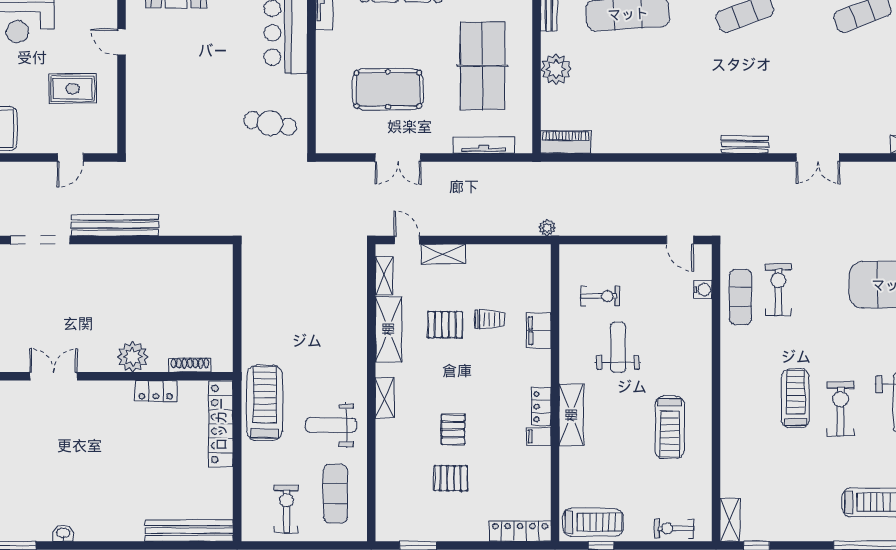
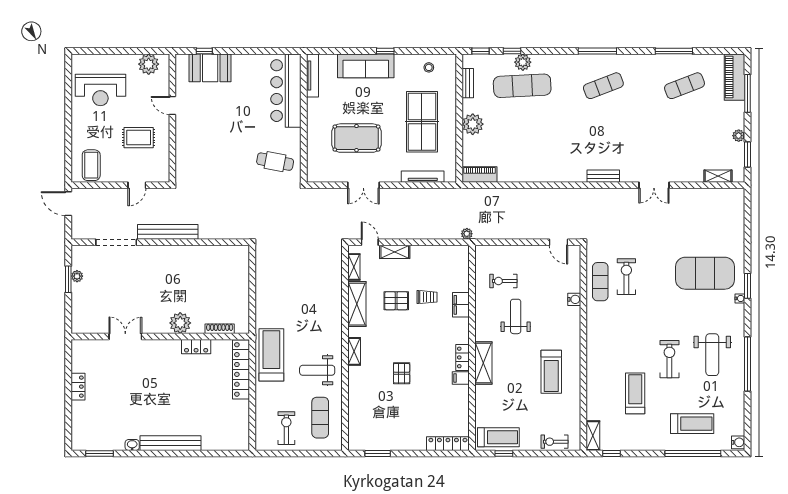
water cooler: (703, 289) -> (574, 299), moved
exercise bike: (600, 296) -> (503, 281), turned 180
treadmill: (795, 398) -> (635, 393), moved
pallet: (451, 478) -> (400, 407), removed
bench: (189, 530) -> (171, 443), moved

